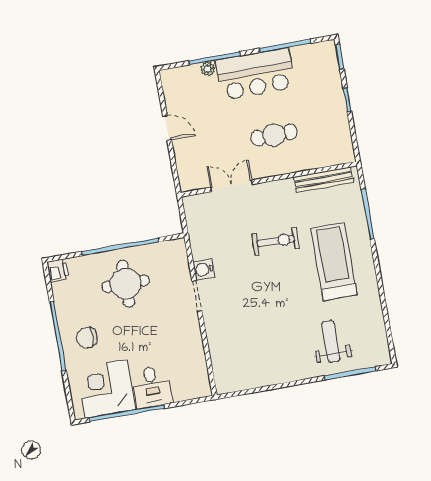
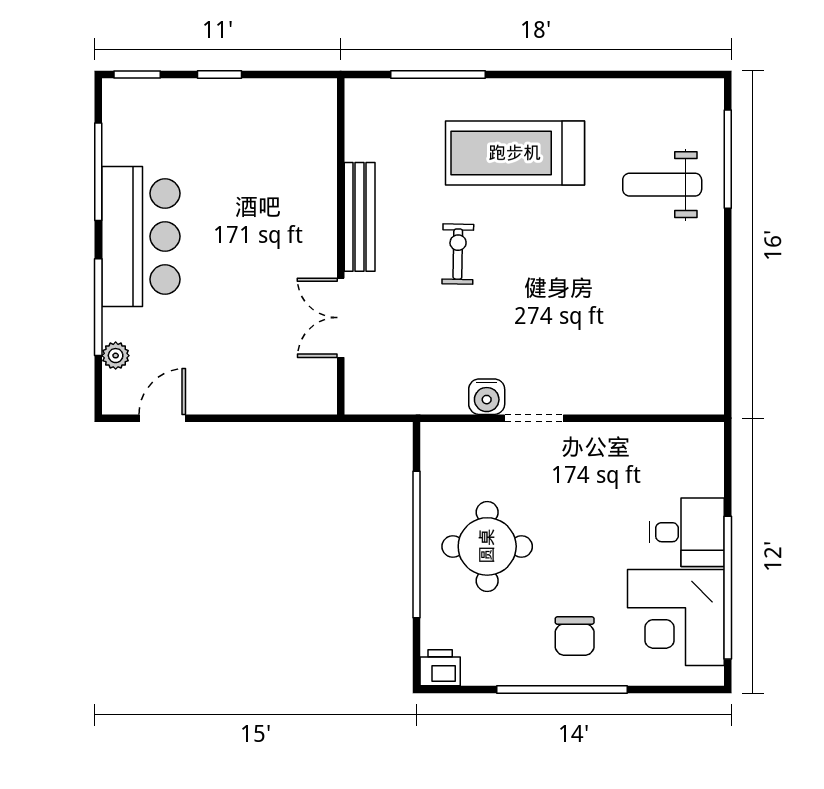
plant: (208, 69) -> (116, 356), moved
door: (167, 128) -> (162, 418), moved
cafe table: (274, 135) -> (260, 222), removed
bench: (324, 180) -> (360, 217), moved
exercise bike: (276, 241) -> (458, 254), width x0.73, depth x0.72

